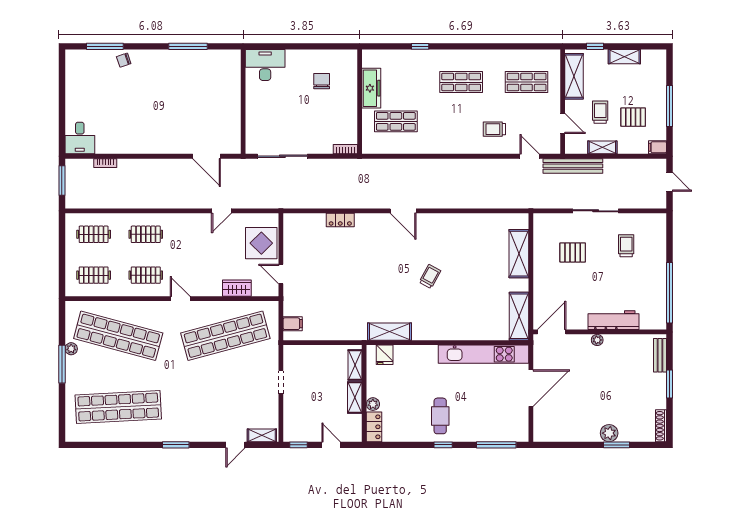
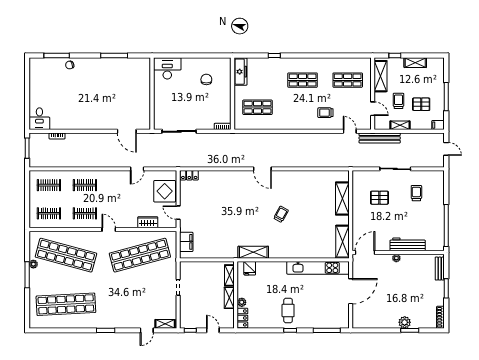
freezer: (371, 88) -> (240, 72), moved
locker: (340, 220) -> (189, 175), moved
filing cabinet: (293, 324) -> (186, 242), width x2.00

